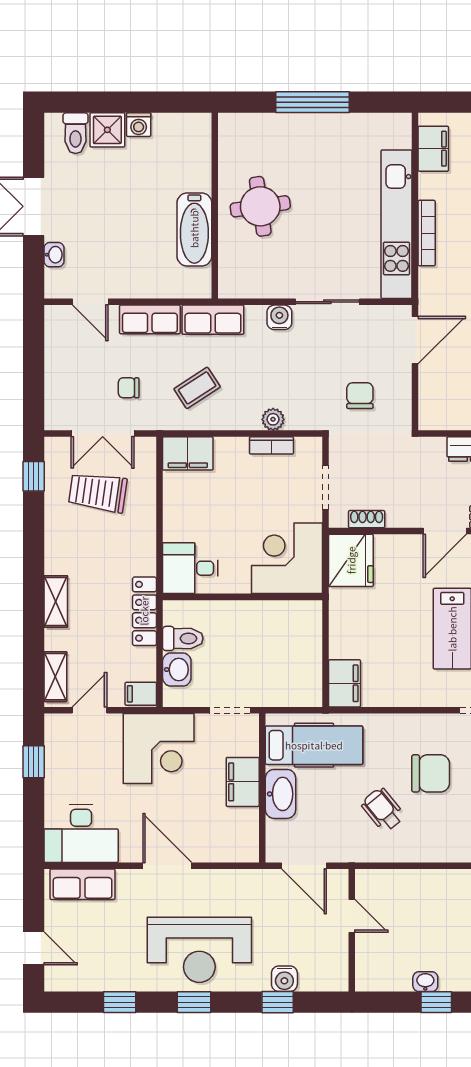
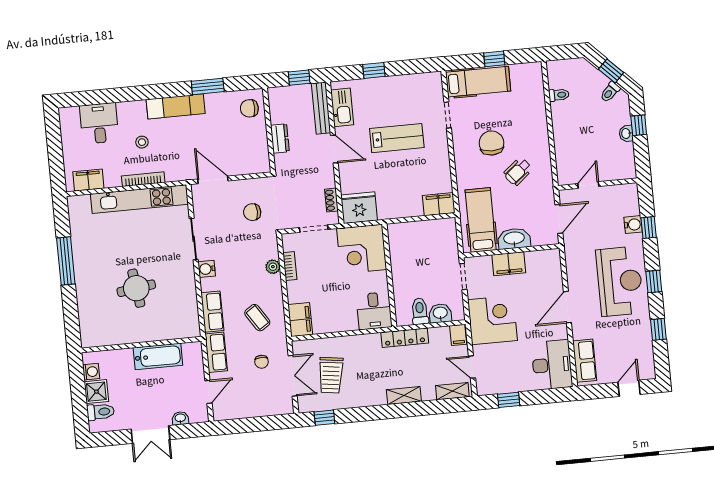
wall: (215, 206) -> (141, 345), moved
bathtub: (194, 229) -> (158, 356), moved

